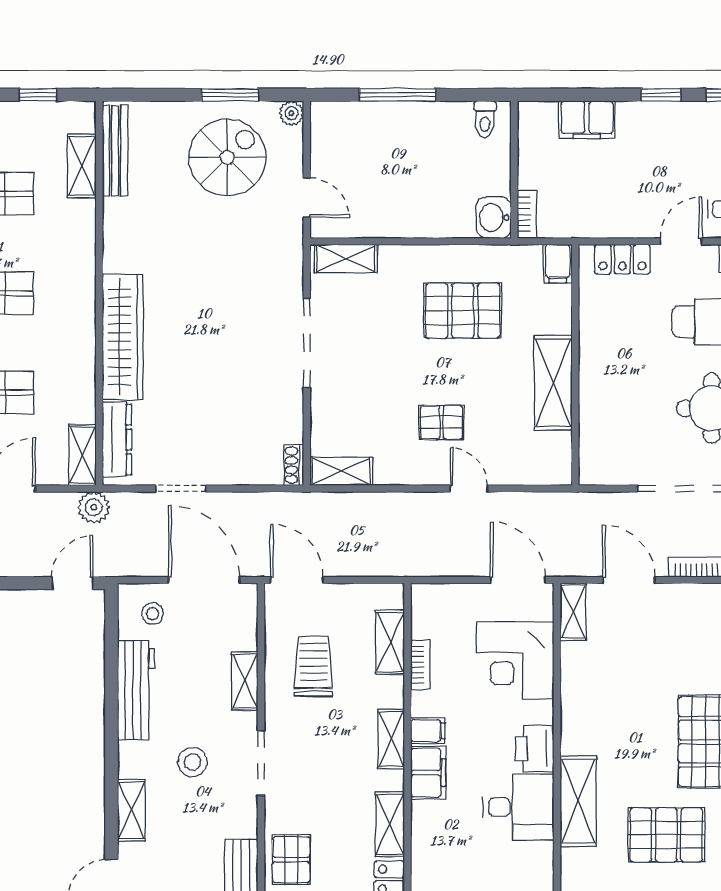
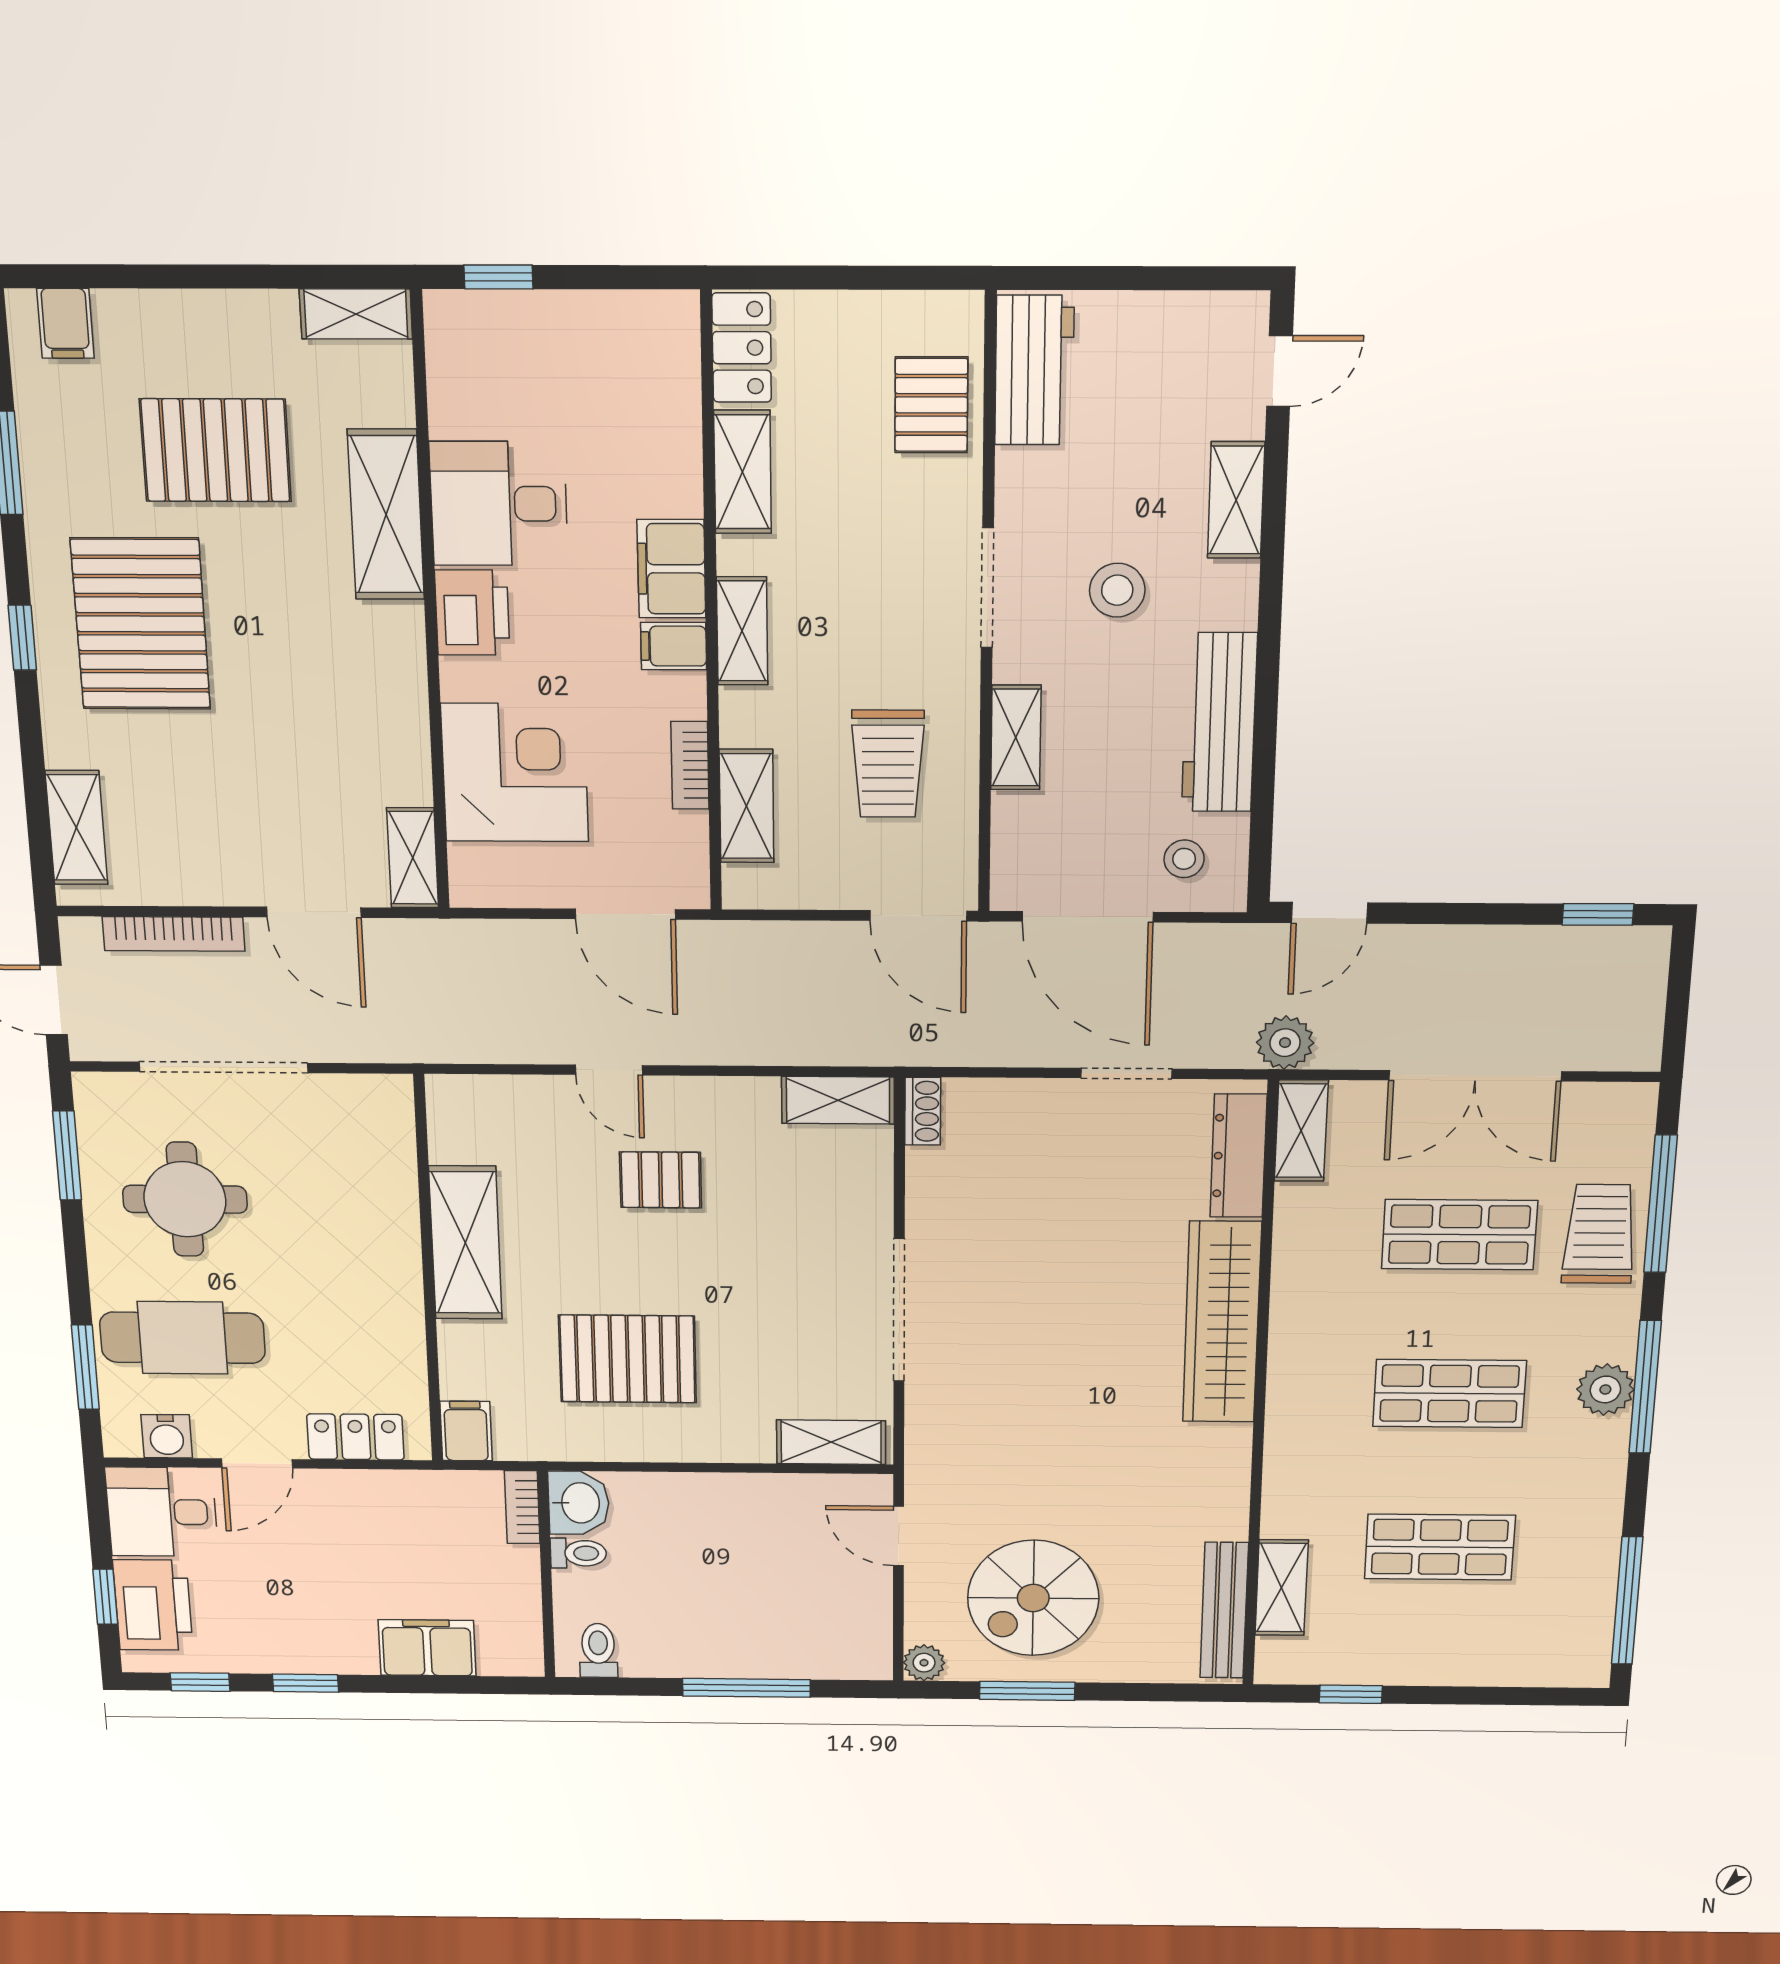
toilet: (495, 184) -> (578, 1553), added
door: (518, 580) -> (625, 914), moved

